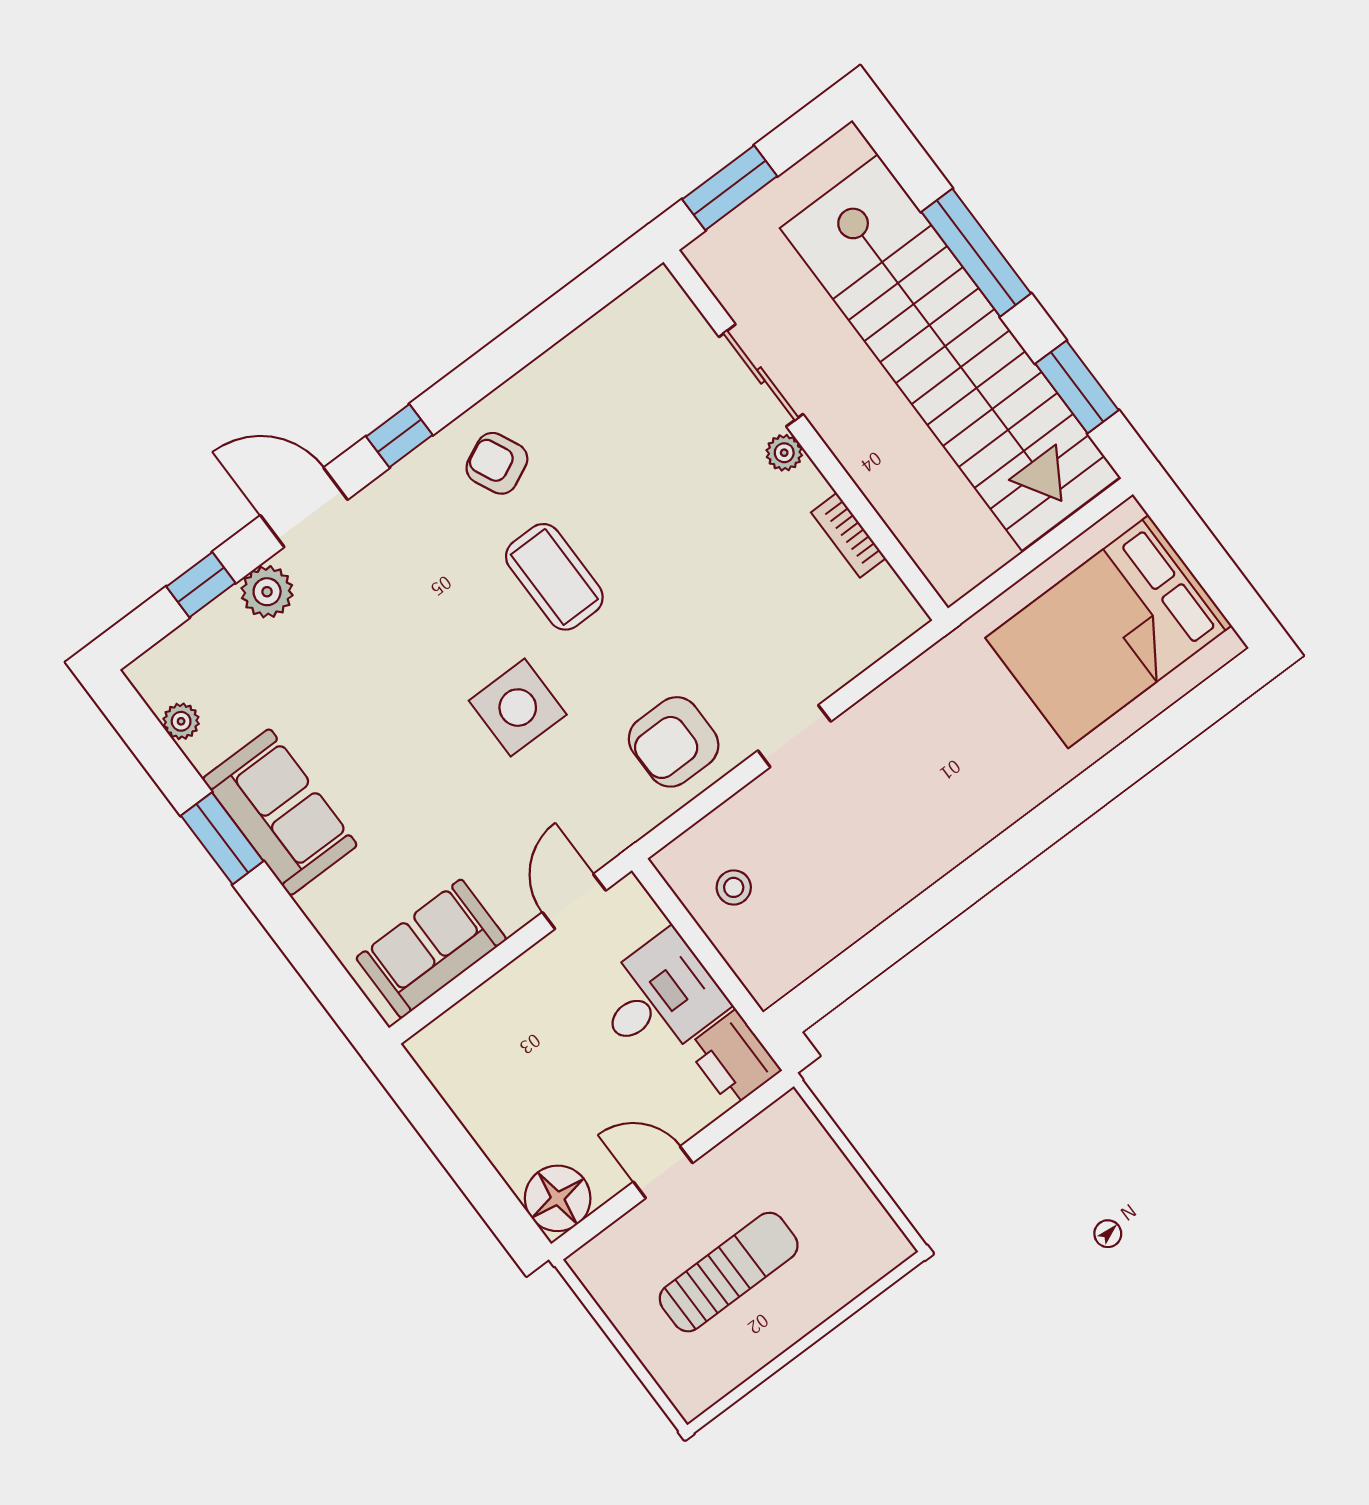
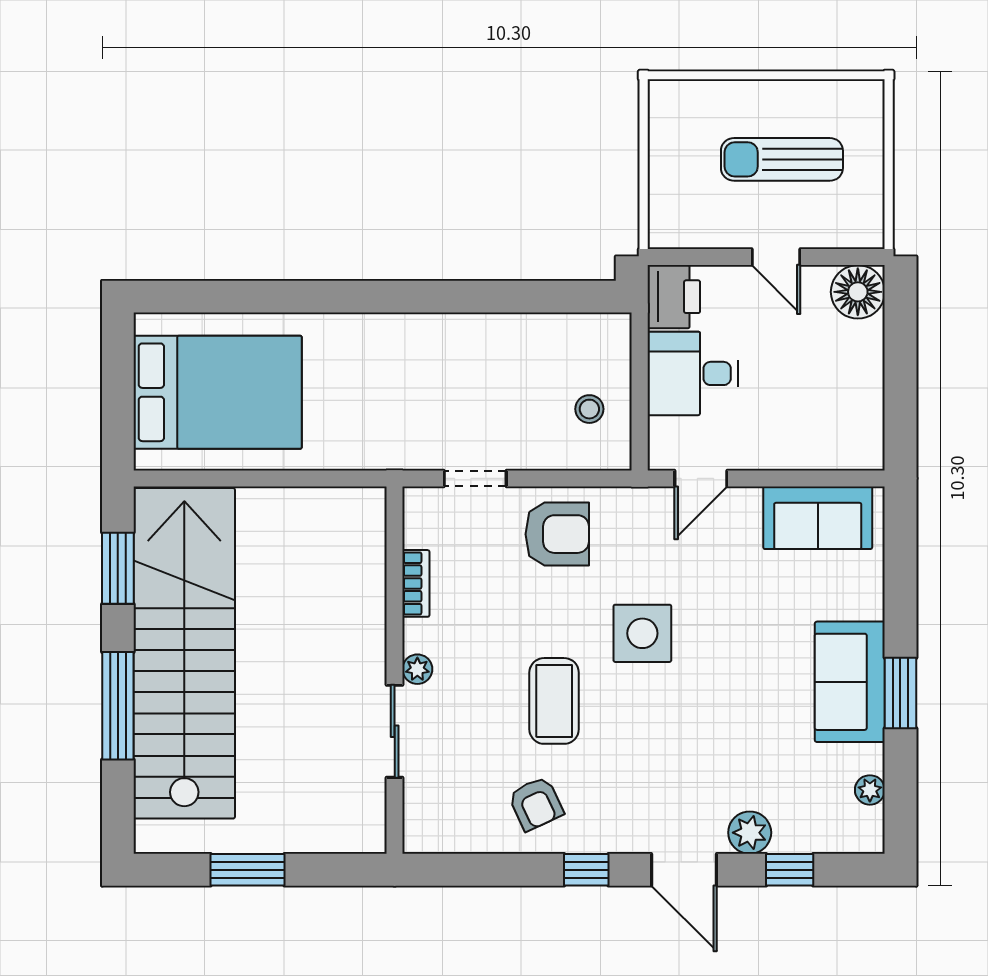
sliding door: (761, 375) -> (395, 731), moved
wall: (806, 435) -> (395, 670), moved
plant: (784, 453) -> (417, 669), moved
bookcase: (848, 535) -> (416, 583), moved

